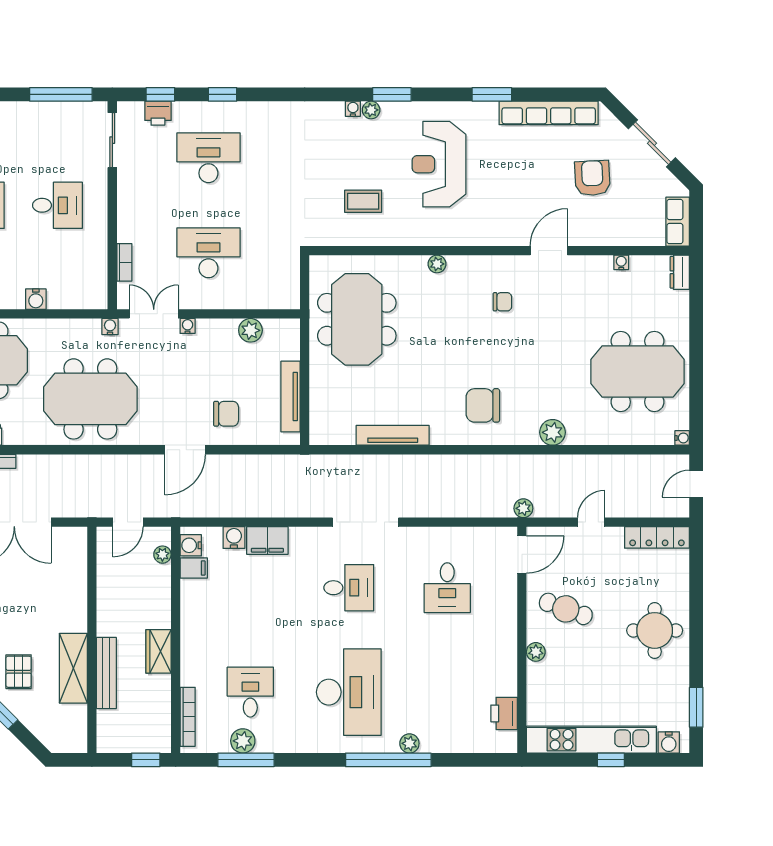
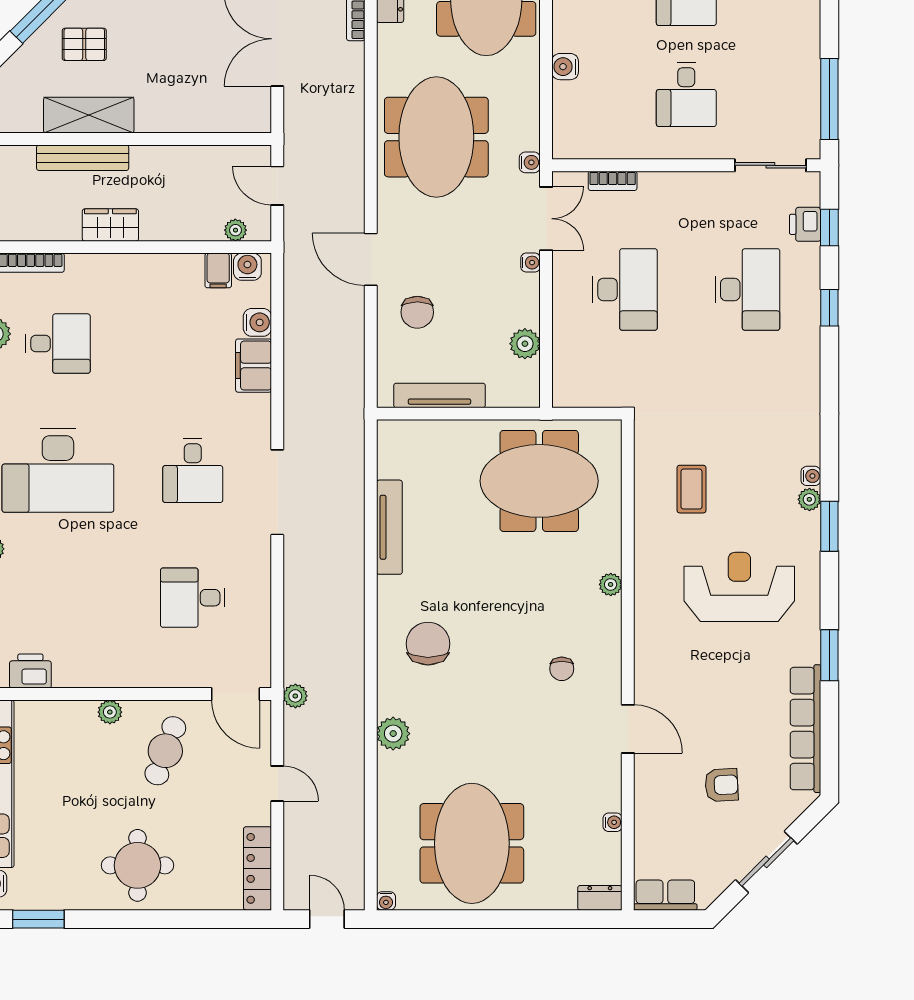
armchair: (592, 178) -> (721, 785), width x0.72, depth x0.72

